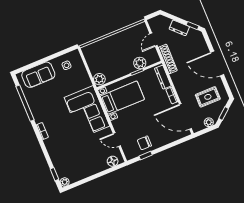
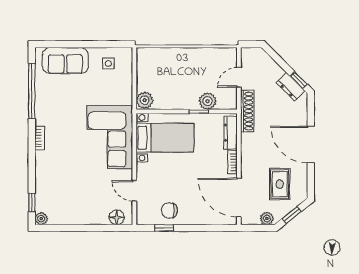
dresser: (179, 28) -> (290, 87), moved
rug: (208, 97) -> (280, 184), turned 90

